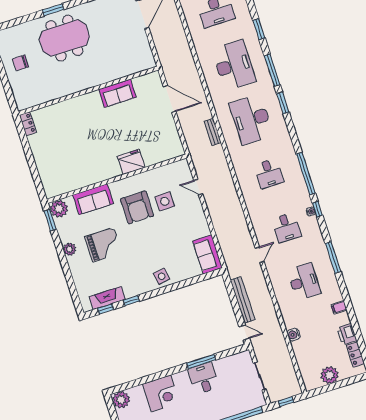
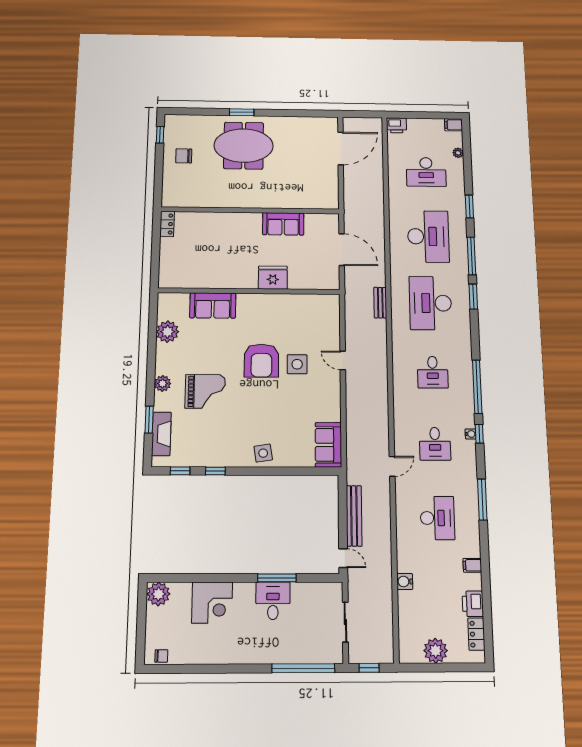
fridge: (131, 162) -> (273, 278), moved
wall: (117, 179) -> (249, 291), moved
sofa: (93, 199) -> (213, 305), moved
window: (50, 220) -> (149, 420), moved
fireplace: (107, 298) -> (161, 434), moved, turned 90

